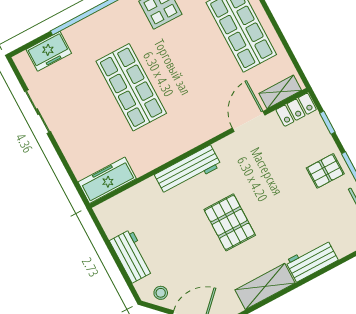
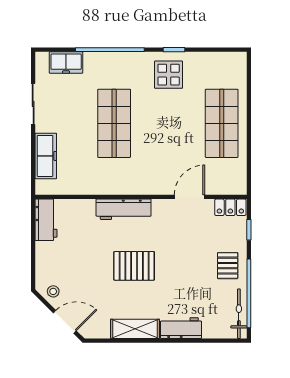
shelving: (280, 92) -> (226, 187), removed
pallet: (325, 171) -> (228, 266), turned 90
freezer: (107, 180) -> (46, 156), moved, turned 90
pallet: (230, 222) -> (134, 266), turned 90
workbench: (132, 256) -> (46, 220), moved

